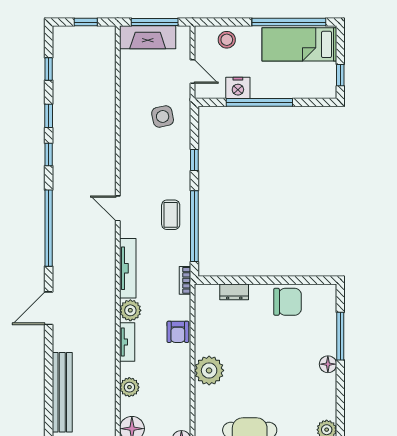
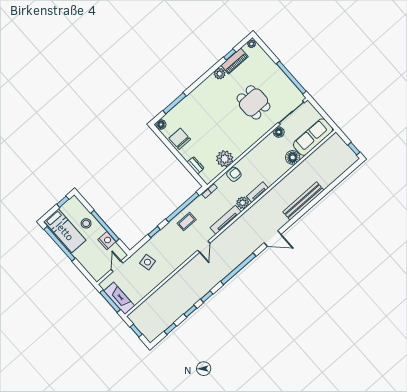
stool: (227, 40) -> (86, 223), moved
floor lamp: (328, 364) -> (161, 125), moved
plant: (209, 370) -> (225, 159), moved
plant: (129, 387) -> (276, 174), removed

